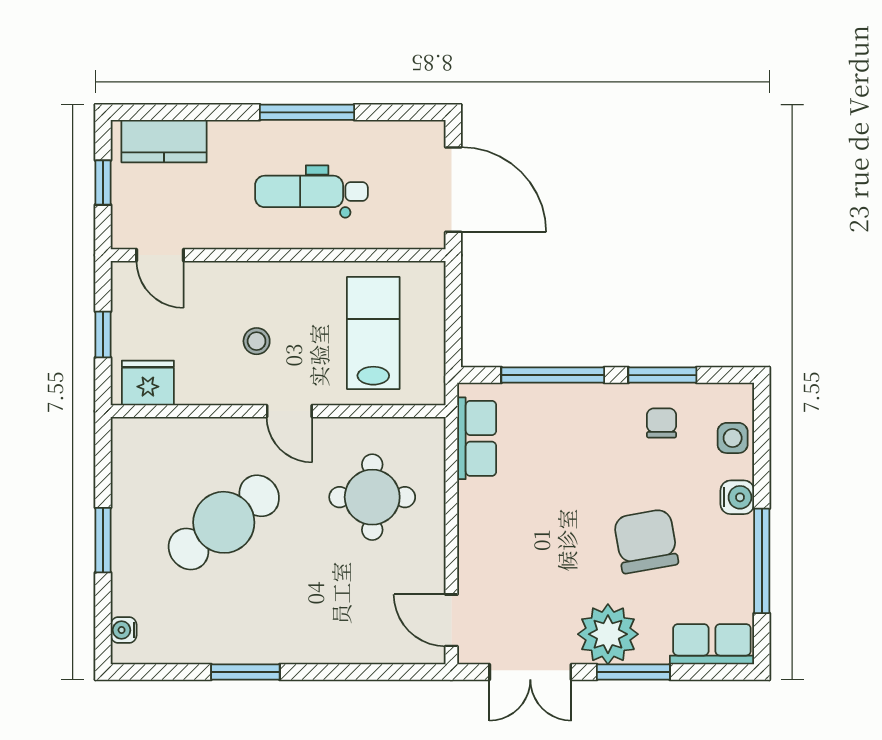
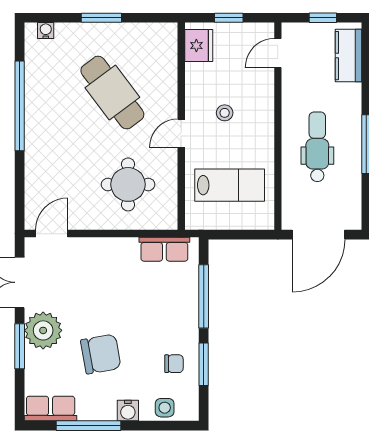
row of seats: (712, 644) -> (51, 409), moved, turned -90
window: (245, 672) -> (20, 106), width x2.11

